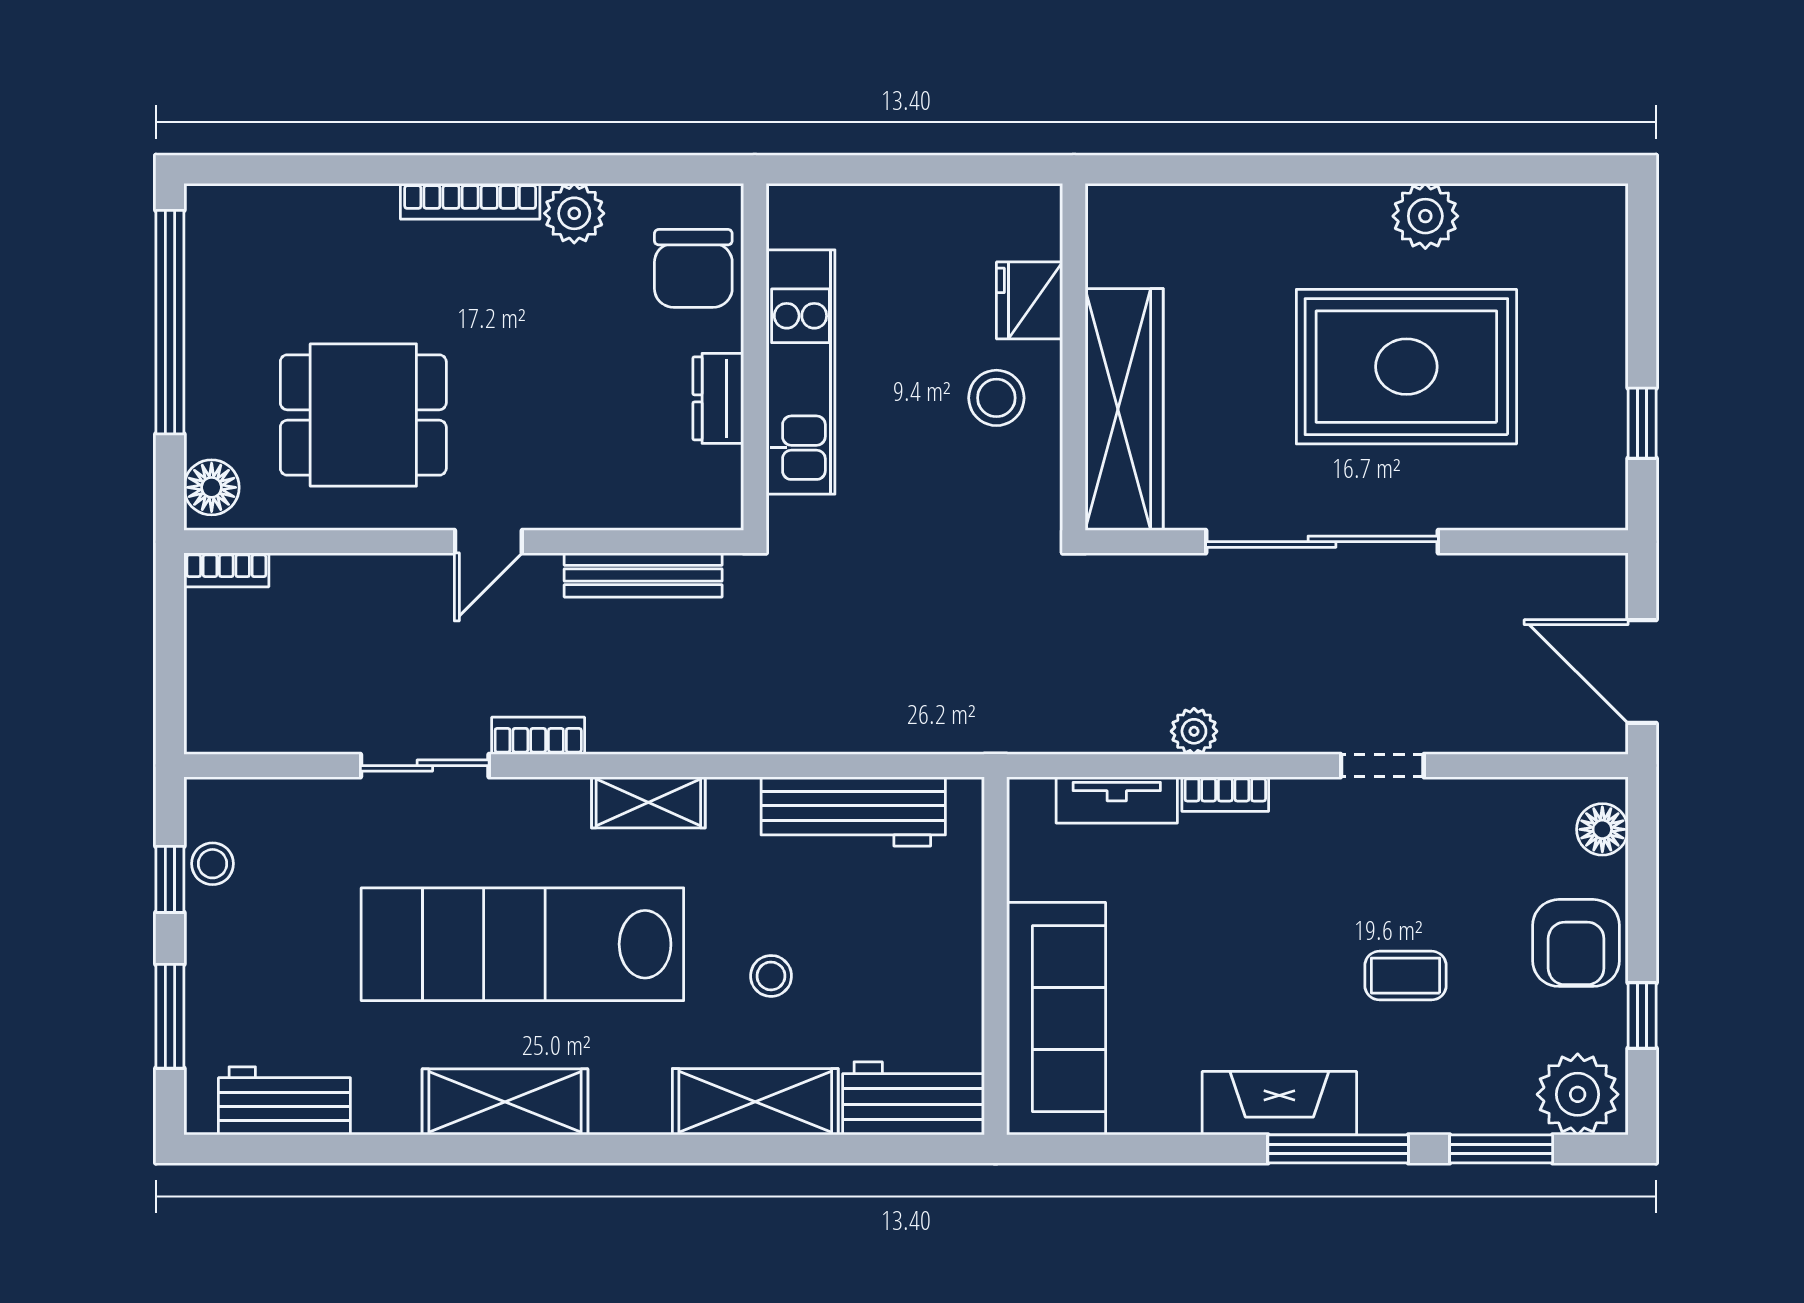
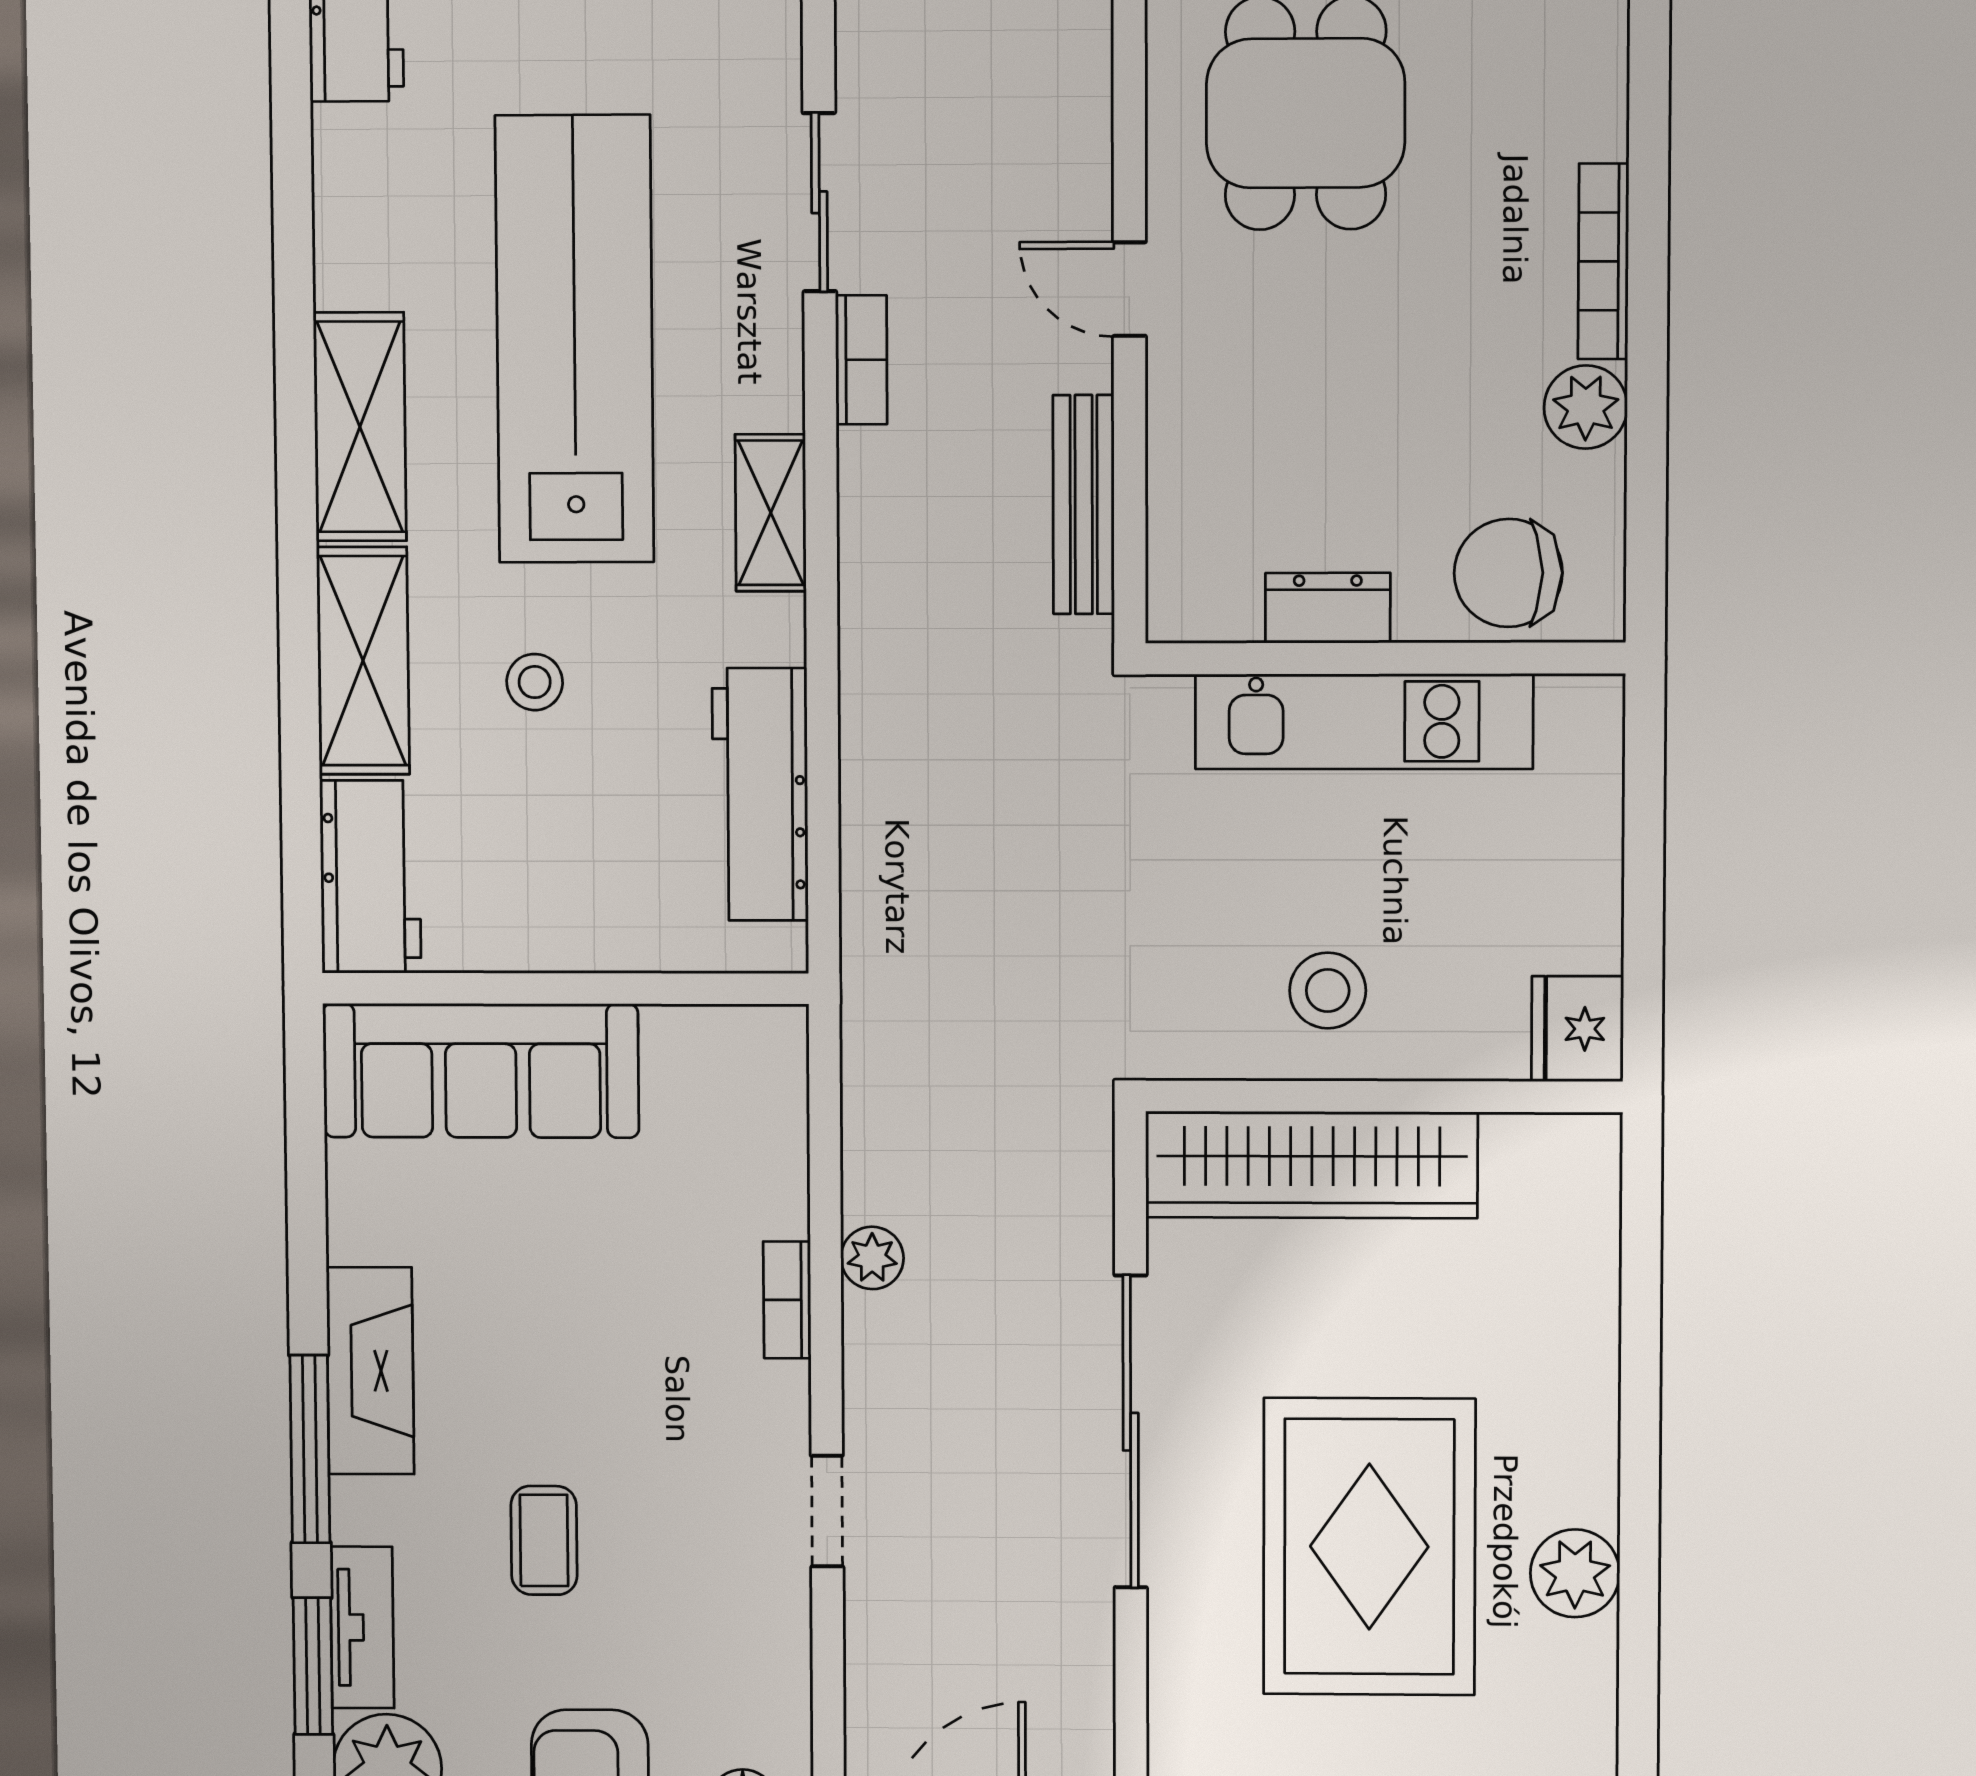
fridge: (1030, 300) -> (1577, 1029), moved, turned -90
tv unit: (1117, 800) -> (362, 1627), moved, turned 180
shelving: (505, 1102) -> (360, 427), moved

